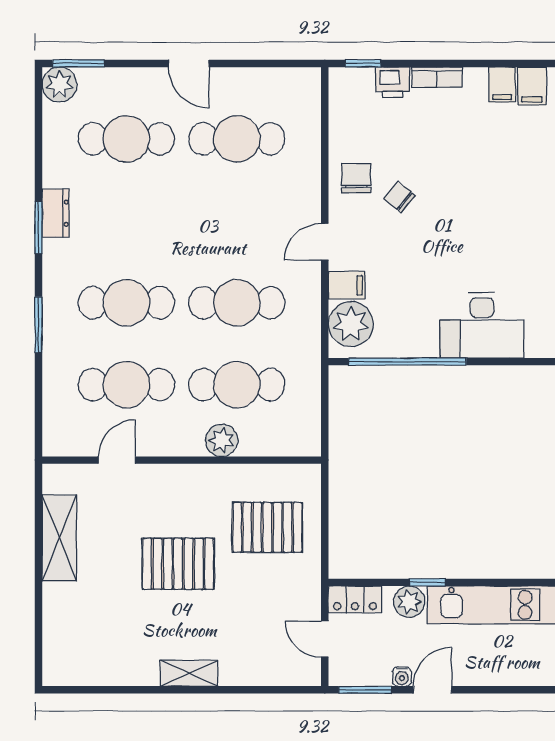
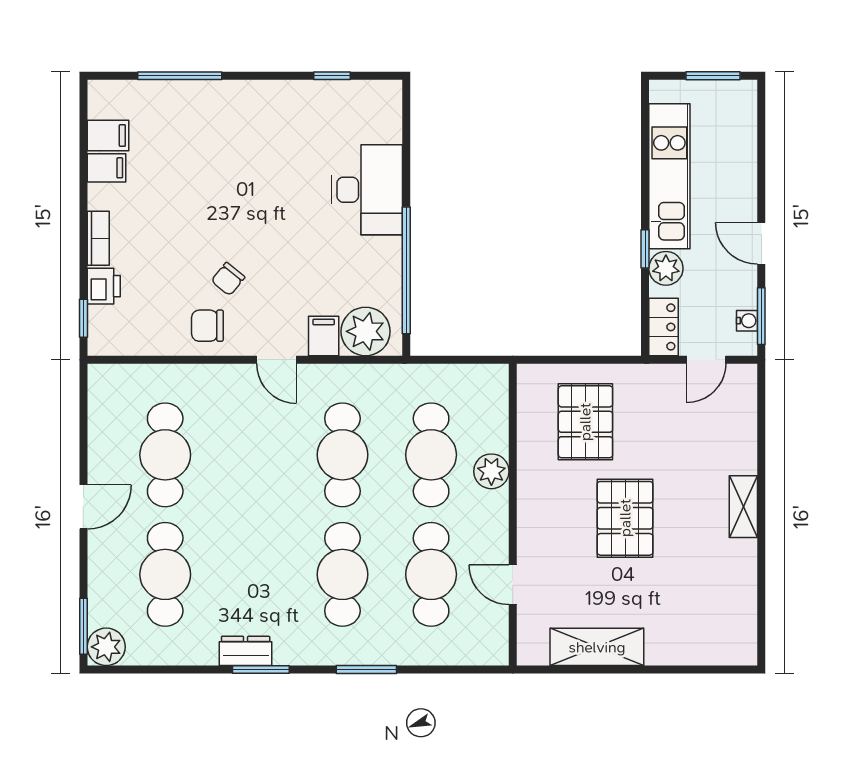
water cooler: (402, 677) -> (747, 321), moved

